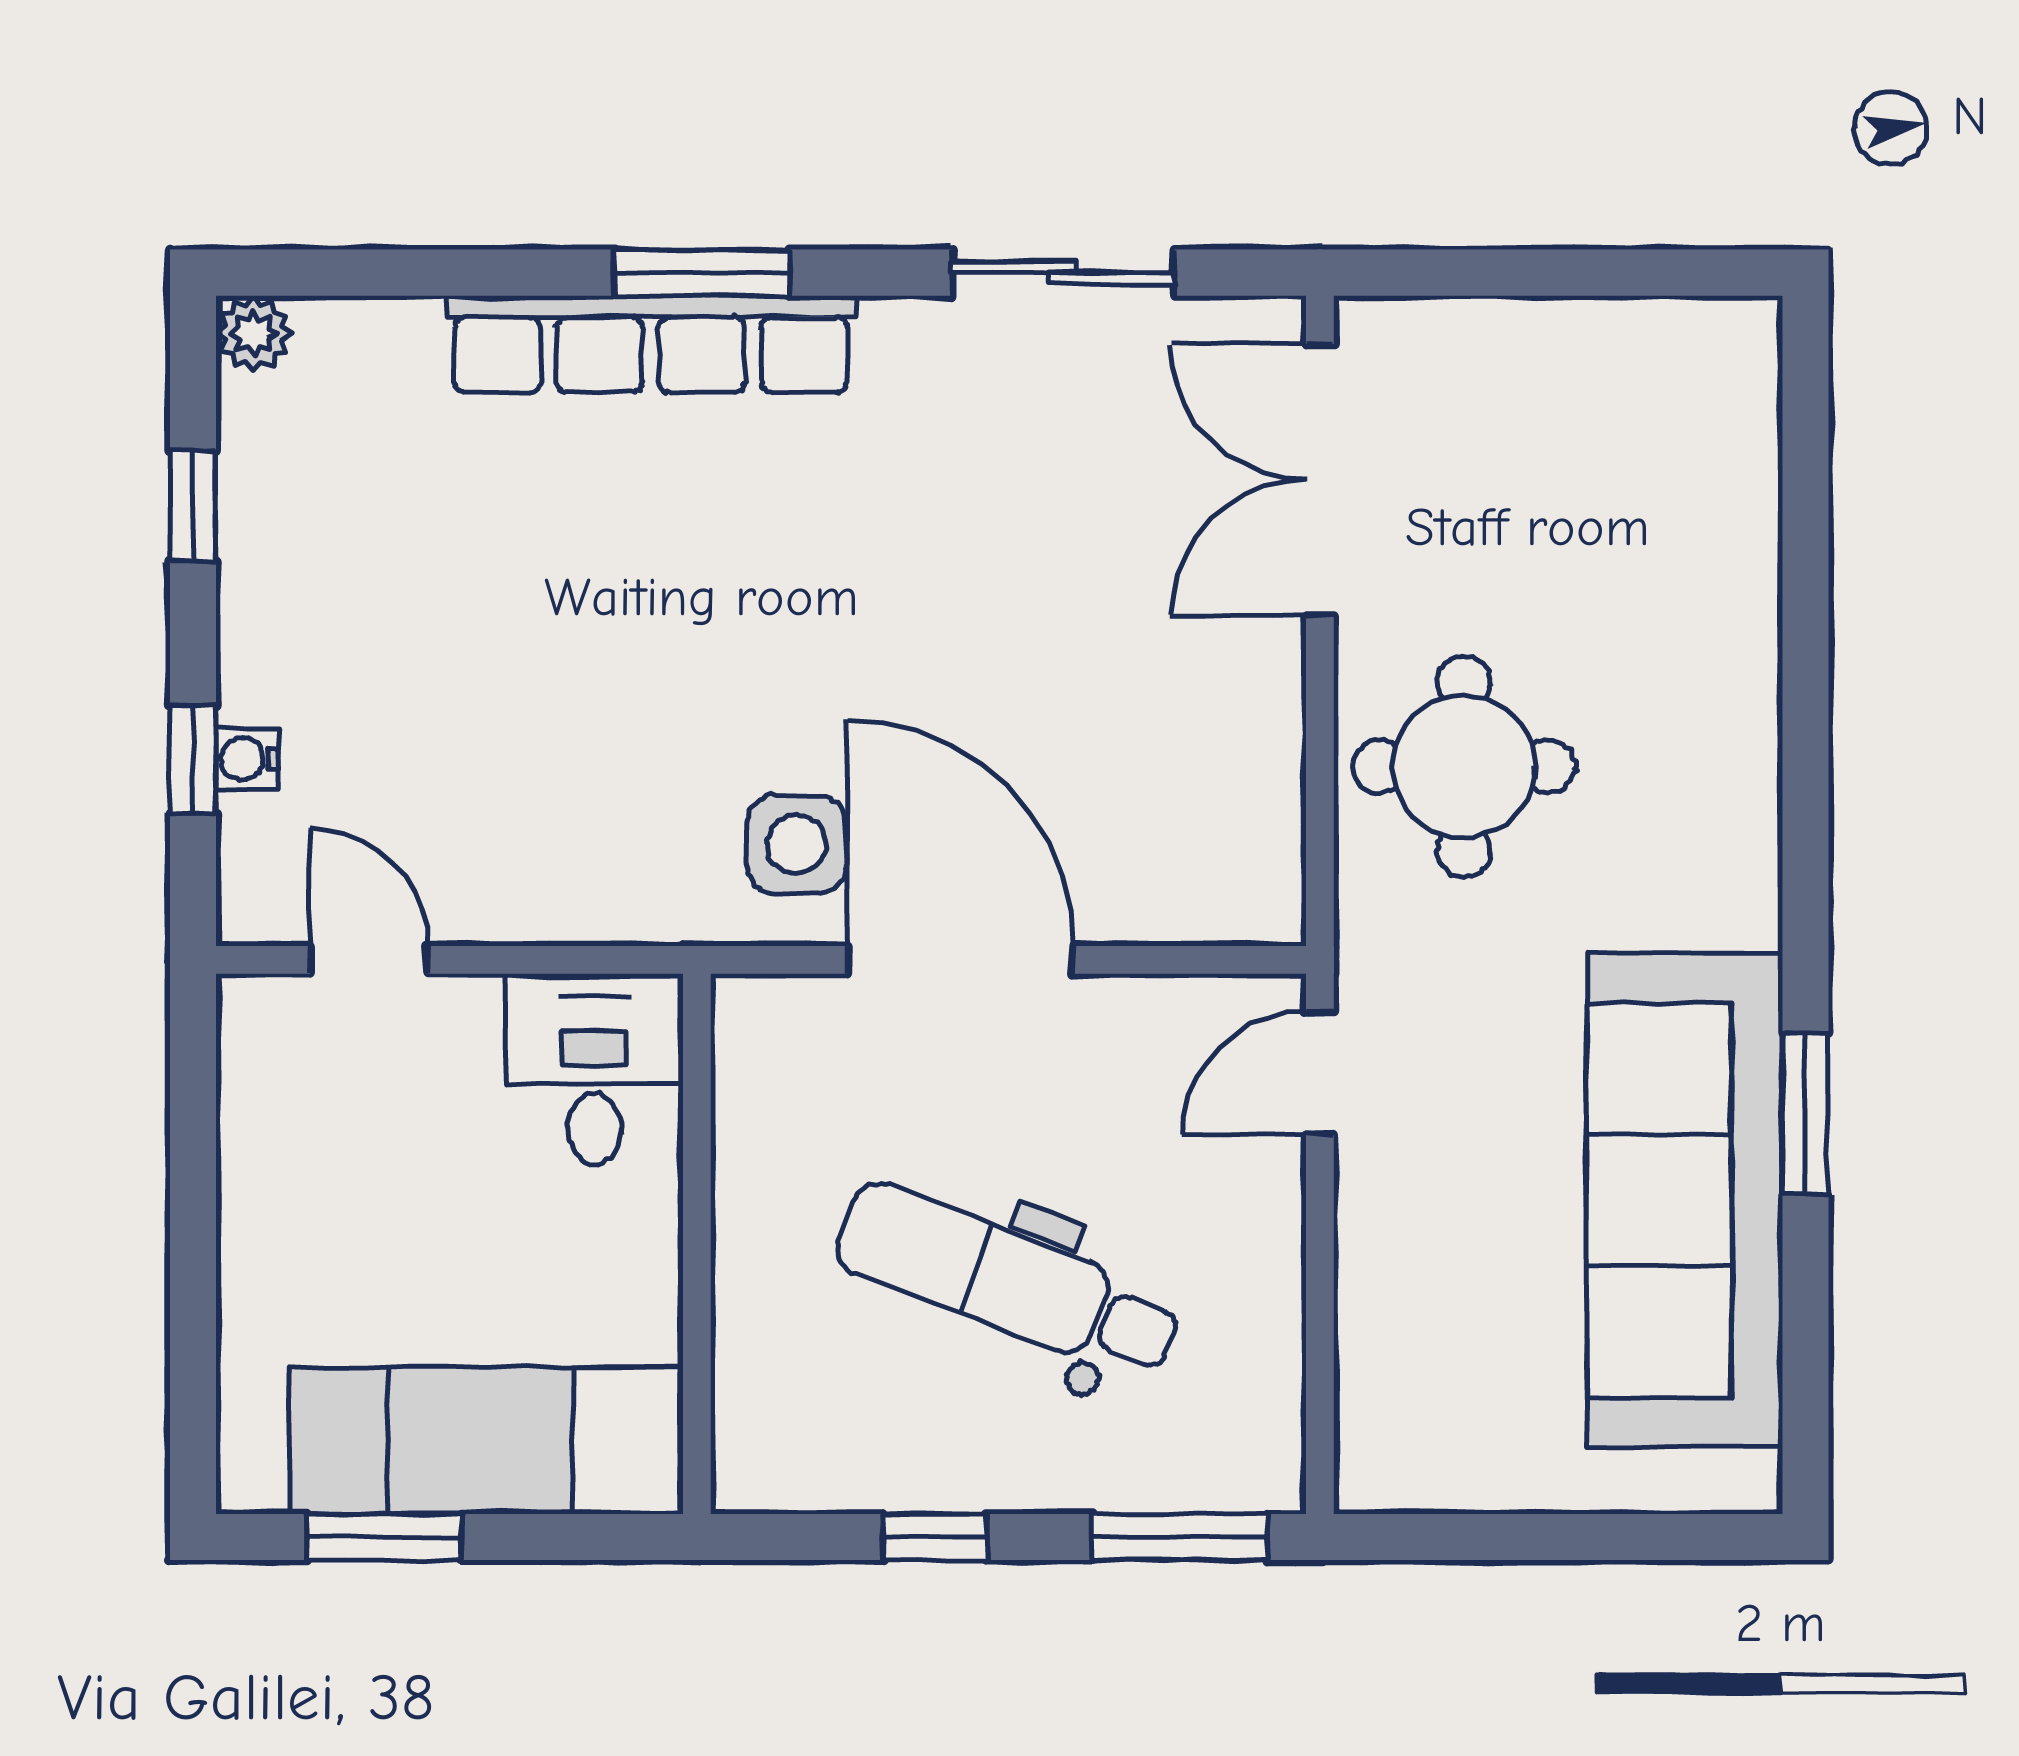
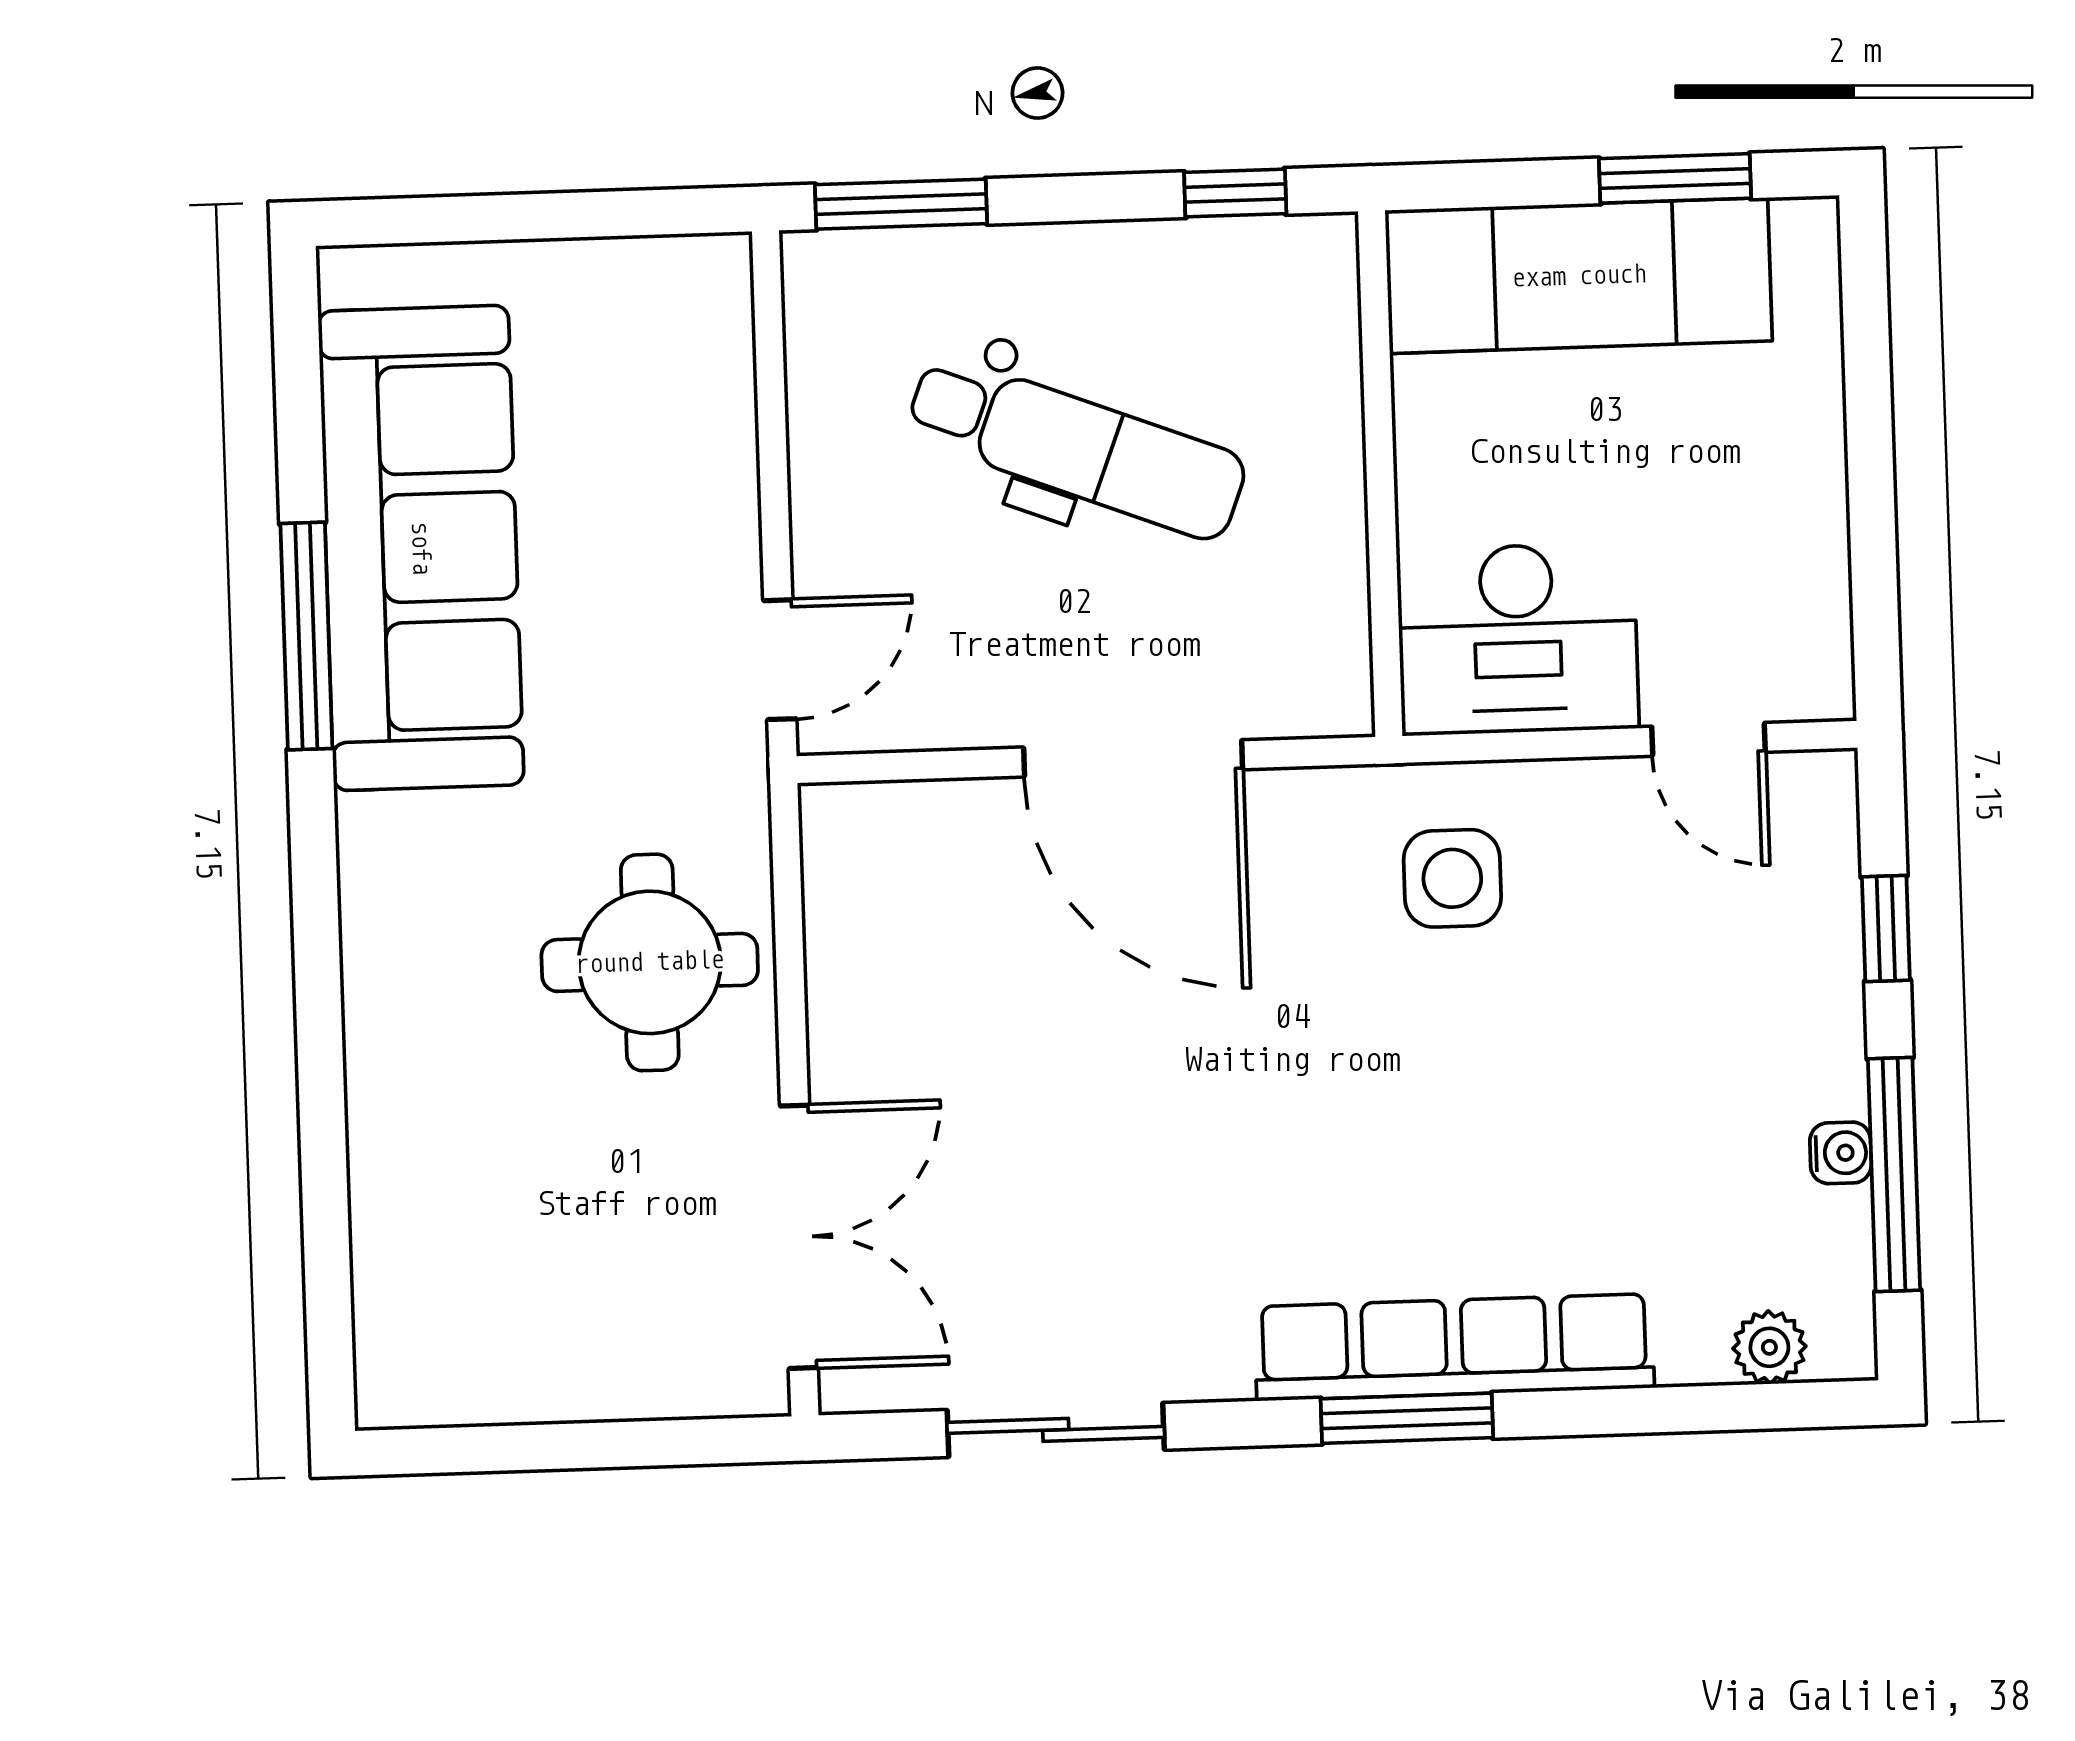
plant: (254, 333) -> (1769, 1347), moved
window: (193, 506) -> (1894, 1174), width x2.17
water cooler: (247, 759) -> (1841, 1153), moved
side table: (796, 844) -> (1452, 878), moved
desk: (594, 1069) -> (1518, 639), width x1.37
window: (1805, 1114) -> (306, 636), width x1.44
window: (935, 1537) -> (1235, 193), moved

